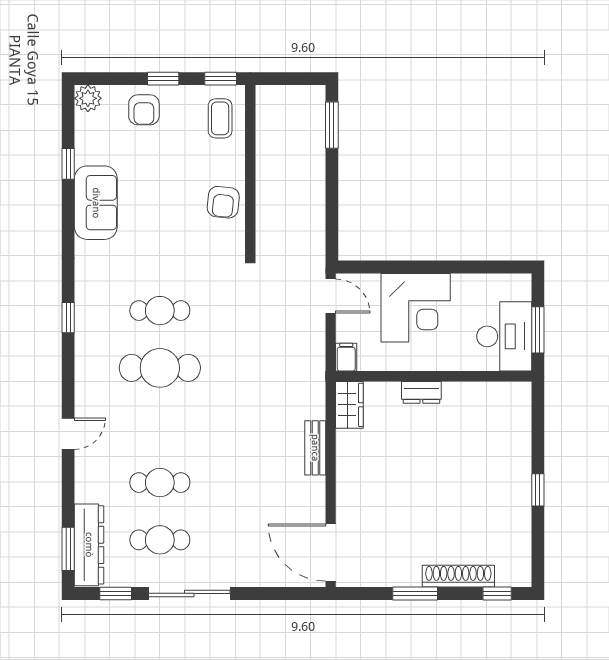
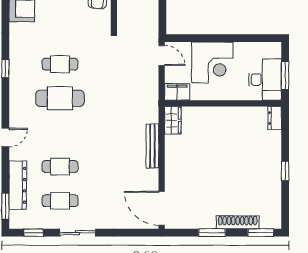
filing cabinet: (346, 357) -> (177, 92), width x2.00
dresser: (421, 392) -> (275, 118), moved, turned 90
bench: (315, 448) -> (152, 146), width x1.36
dresser: (89, 545) -> (18, 185), moved
sliding door: (189, 593) -> (77, 233), width x0.73
window: (497, 593) -> (261, 233), width x1.50

